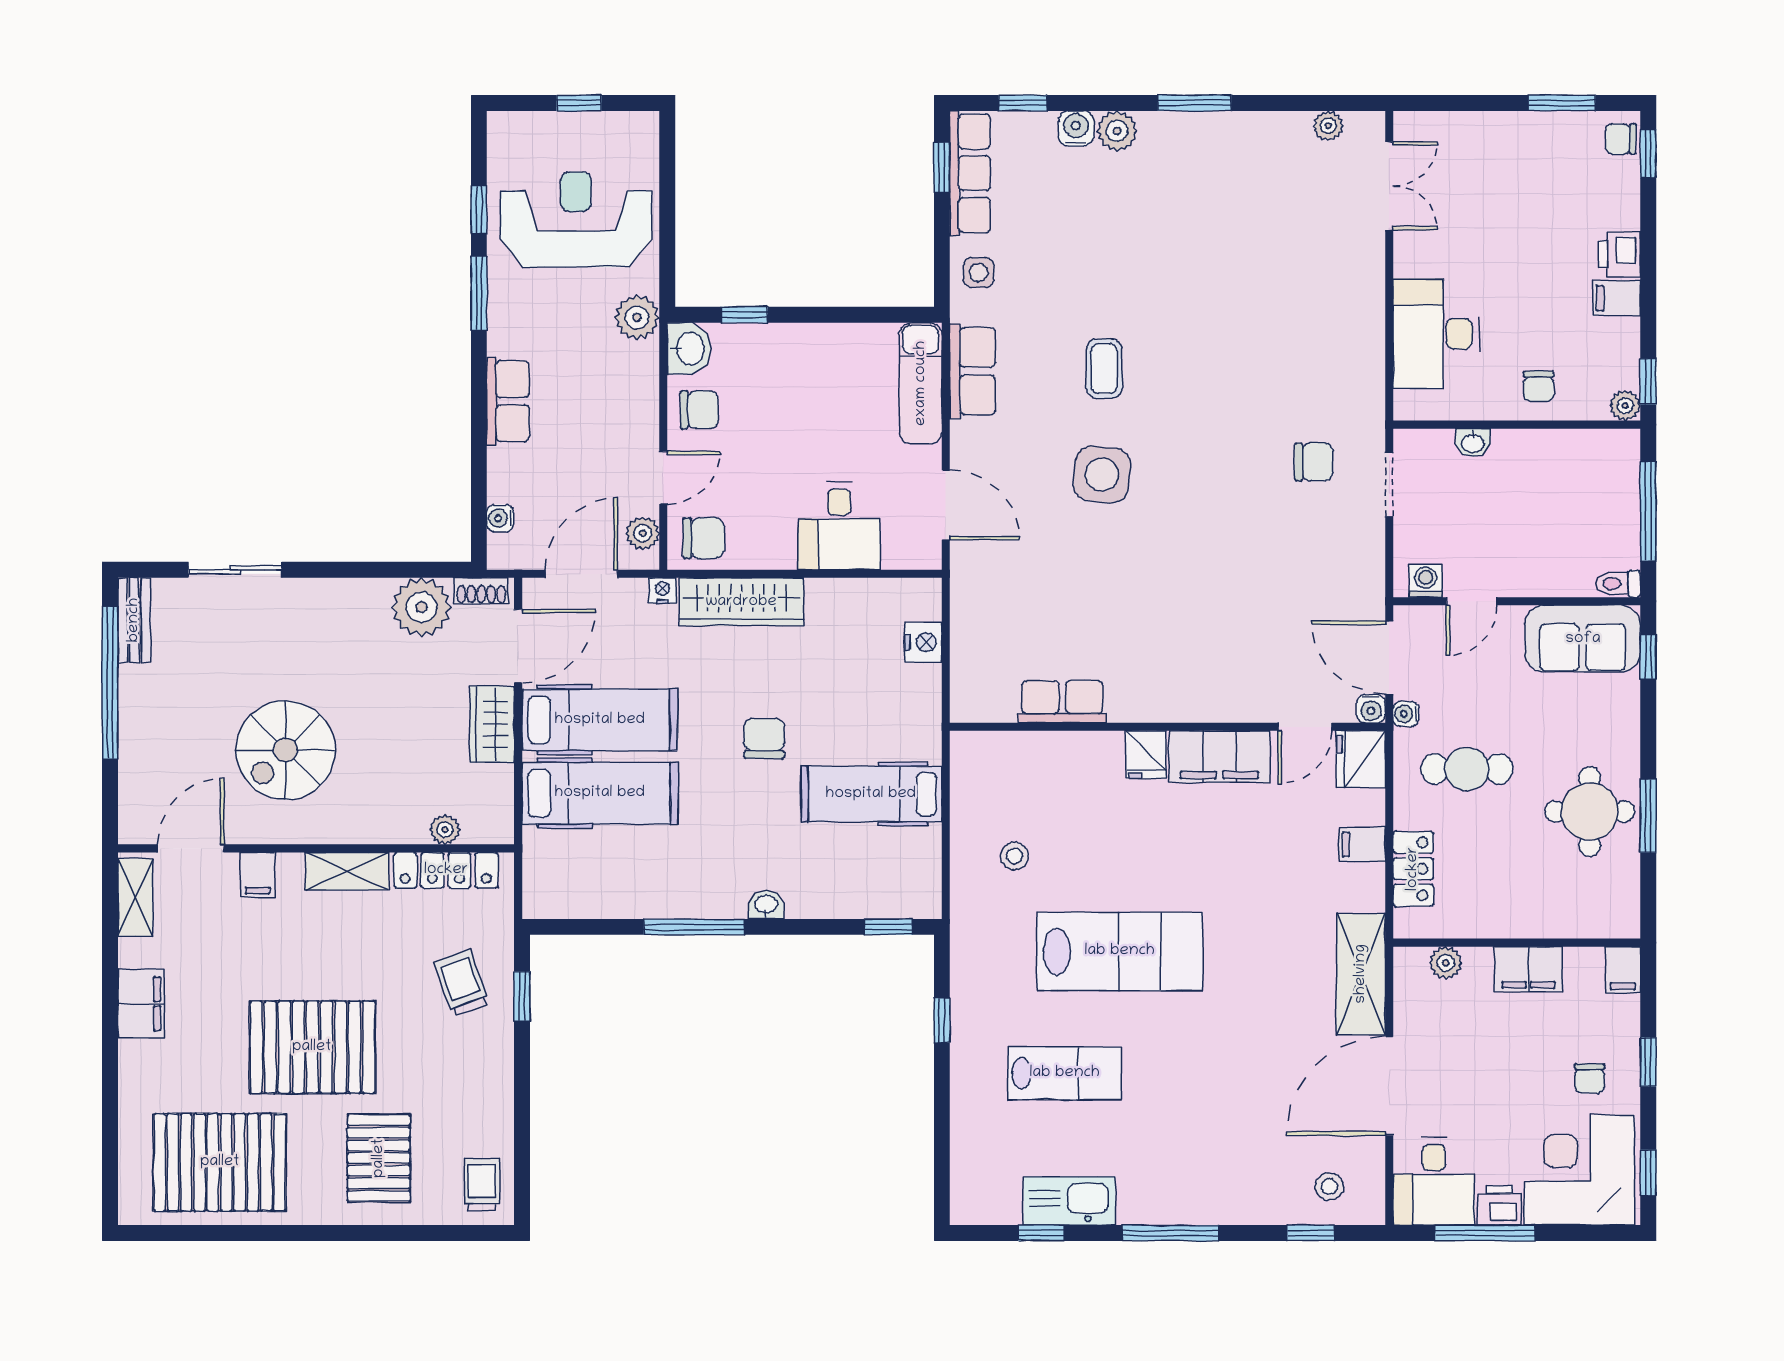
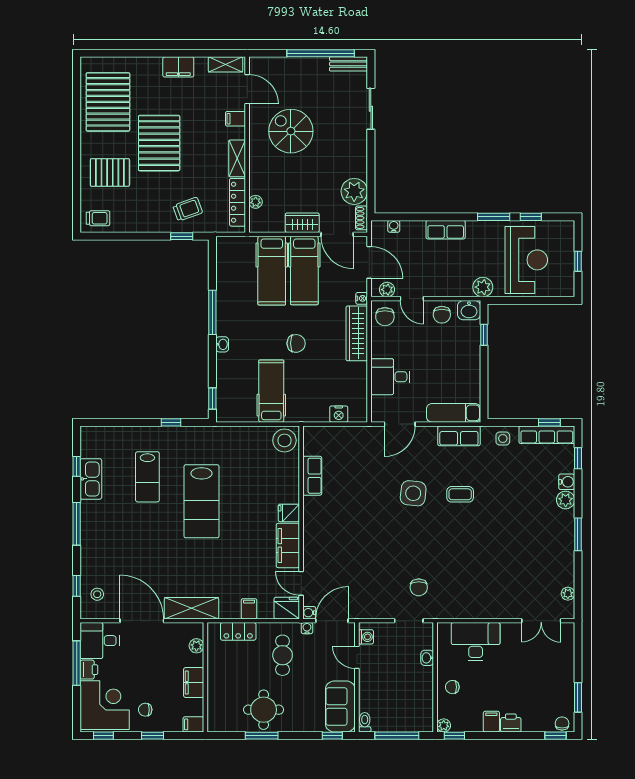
stool: (1014, 856) -> (284, 440), moved, width x1.89, depth x1.89

